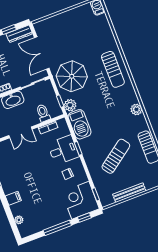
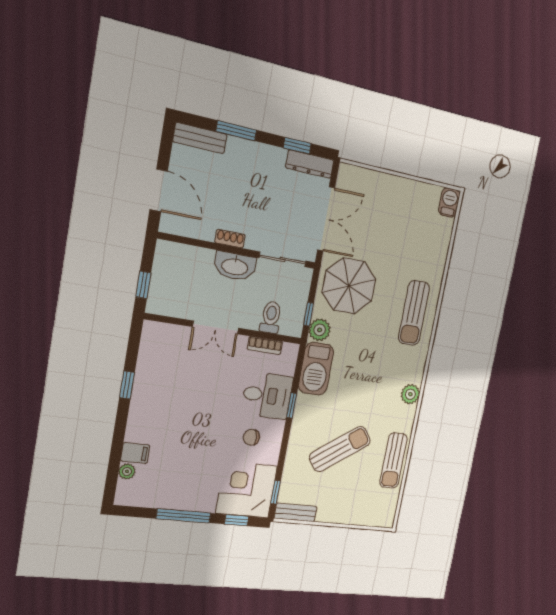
double door: (42, 53) -> (326, 219), swing flipped
bench: (129, 193) -> (296, 512), moved, width x0.73
filing cabinet: (13, 198) -> (135, 453), moved

